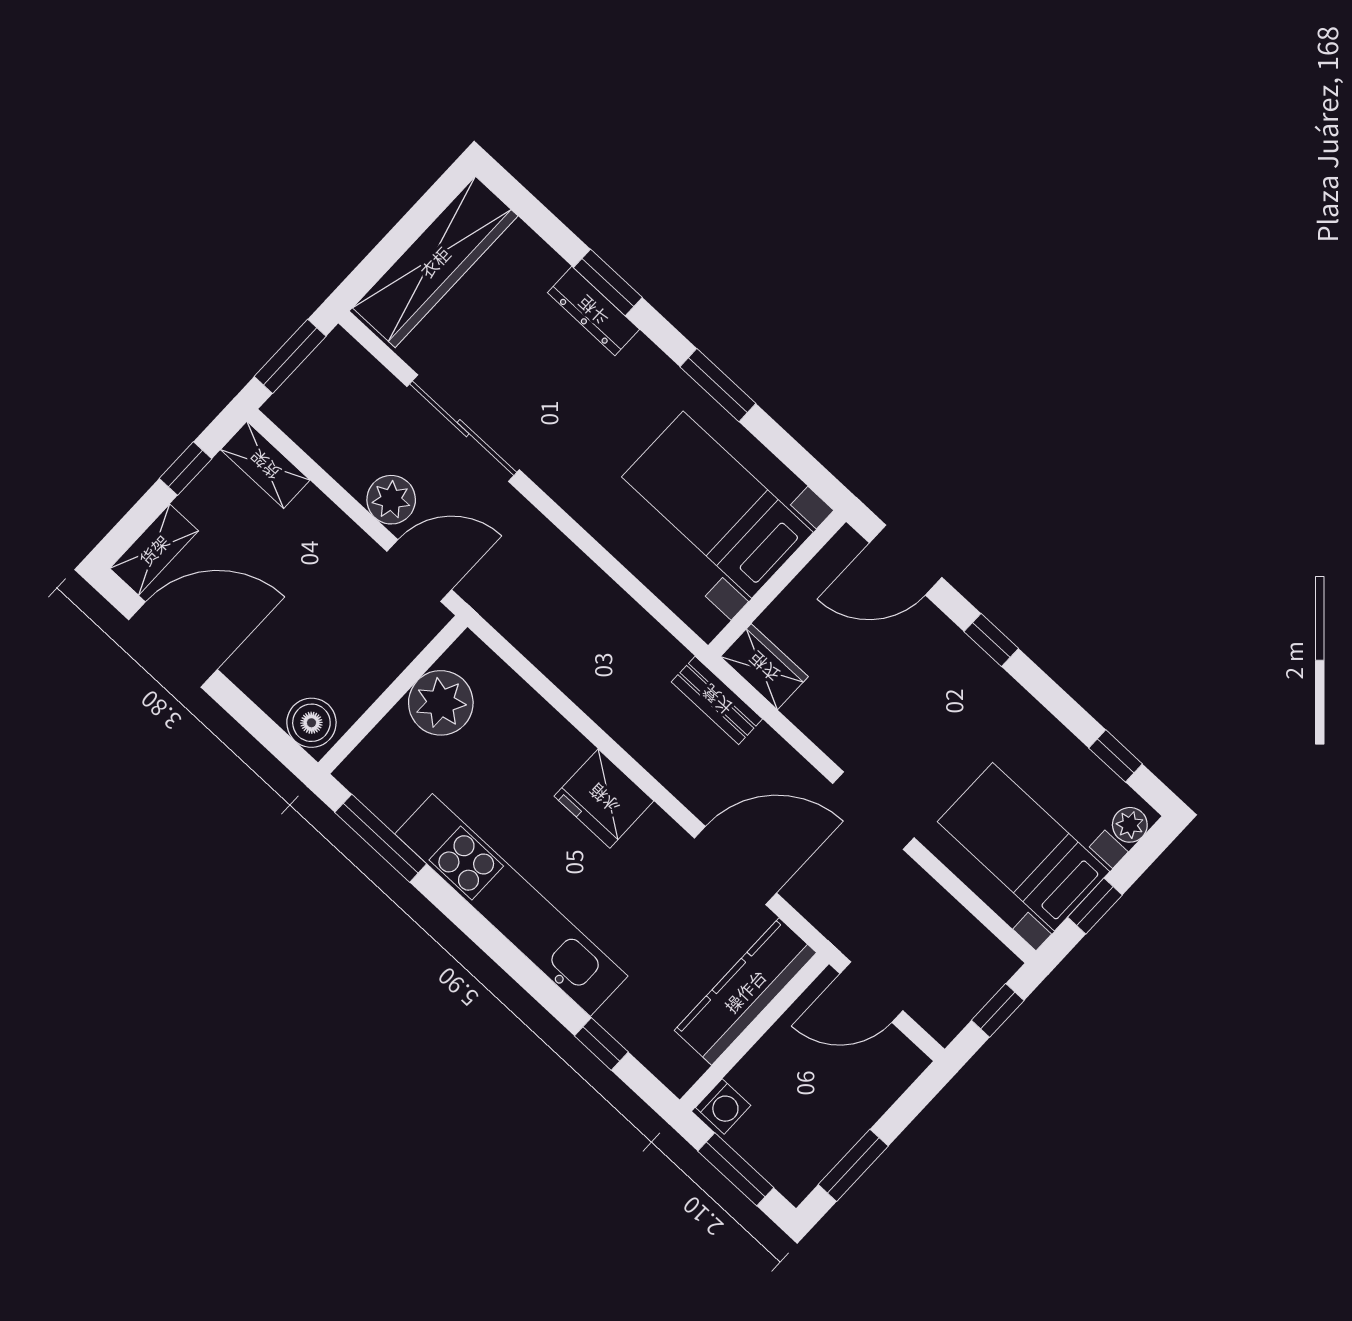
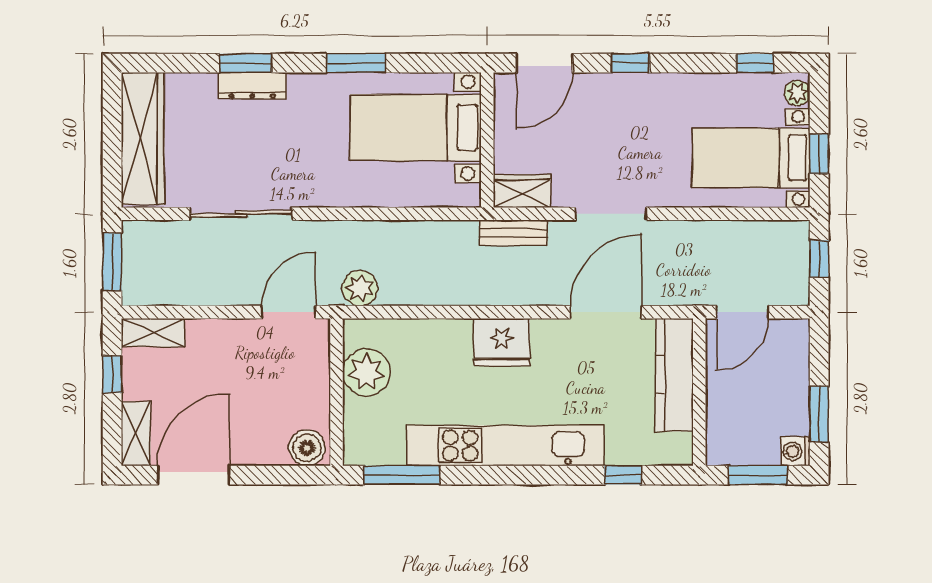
plant: (391, 500) -> (360, 288), moved
doorway: (873, 811) -> (611, 214), moved
washing machine: (723, 1106) -> (796, 451), moved, turned 180

